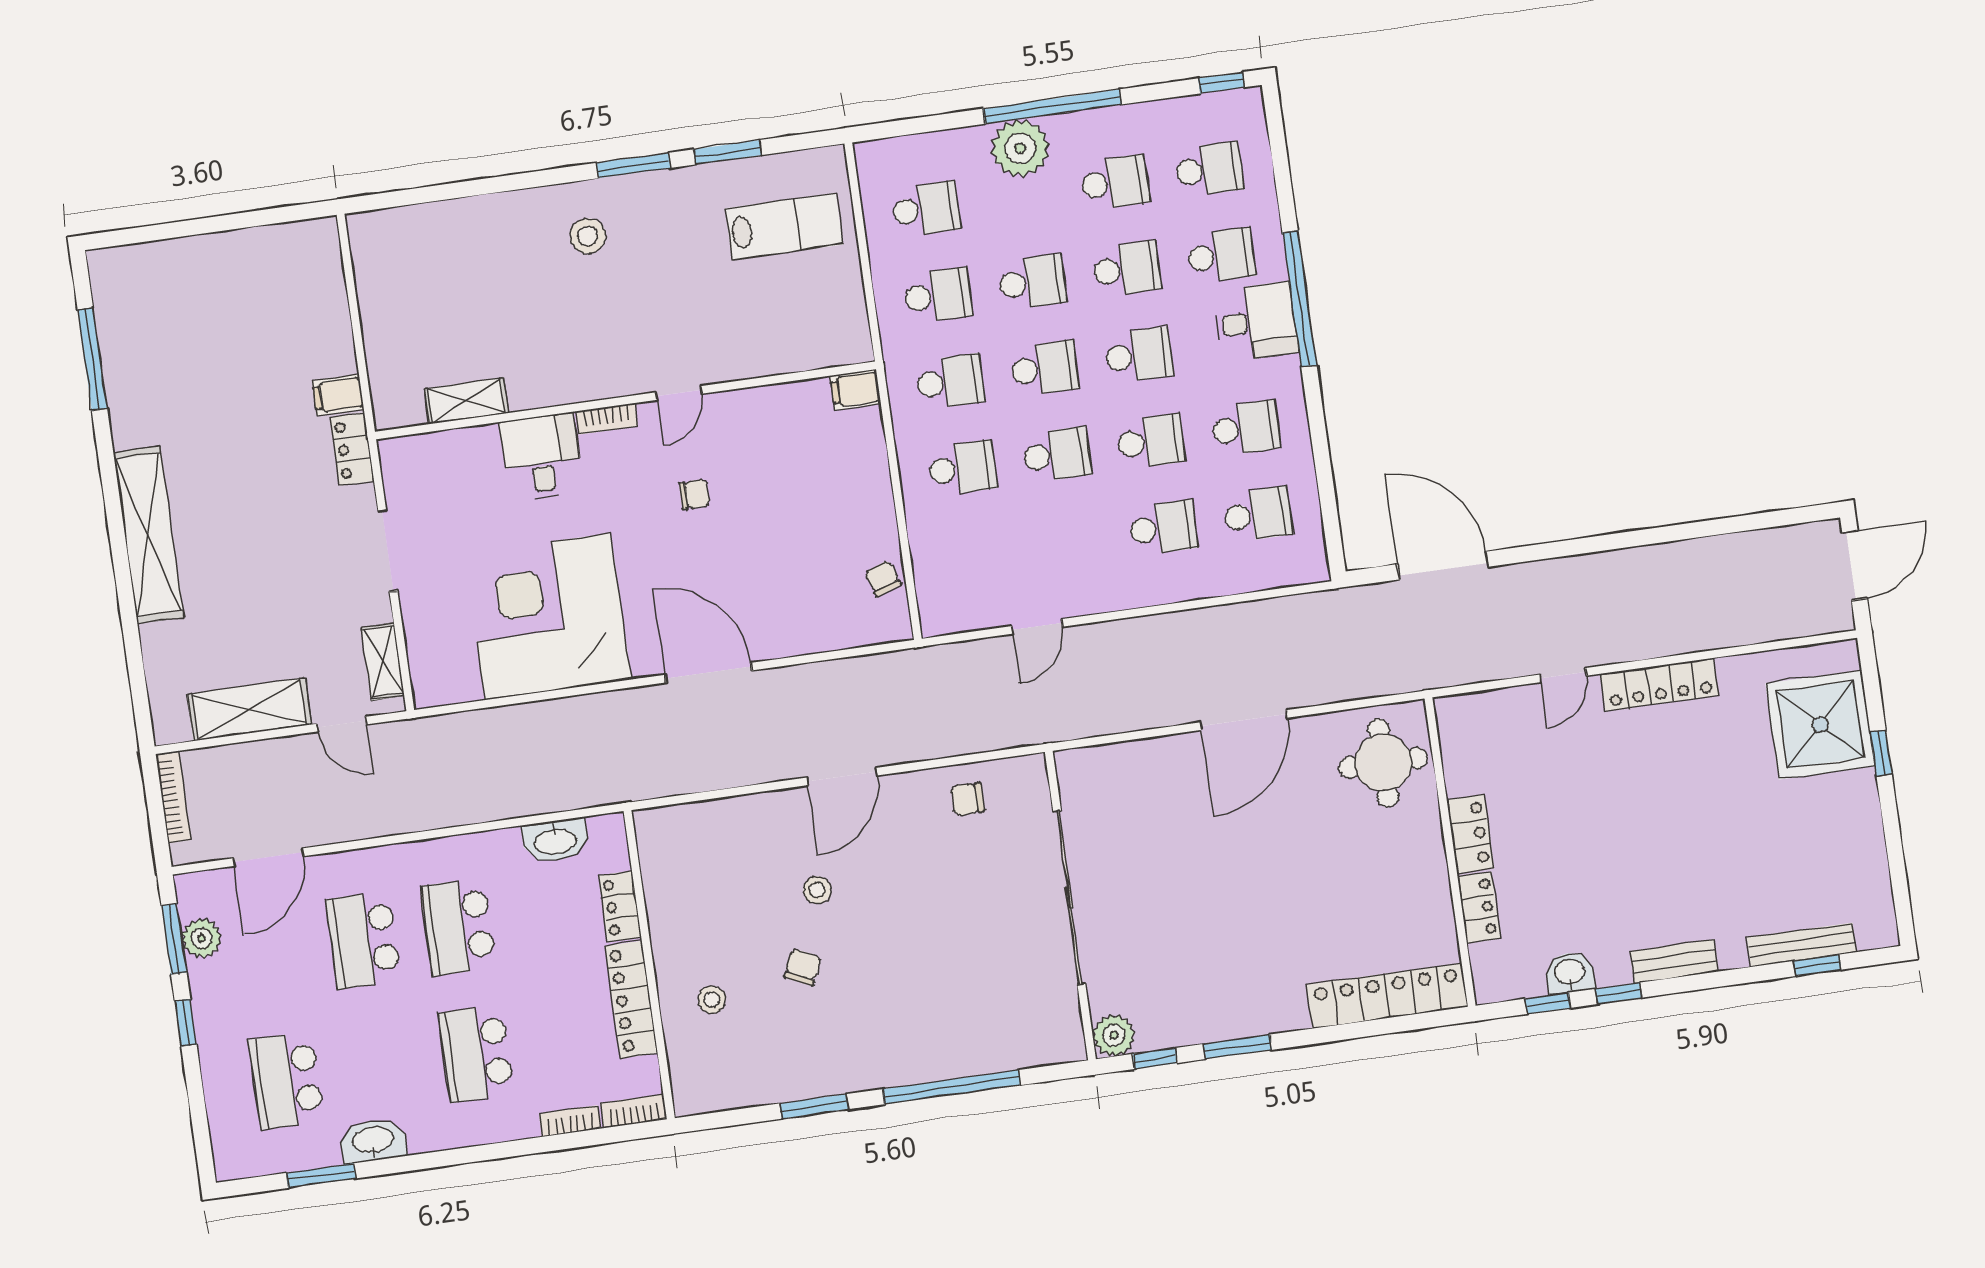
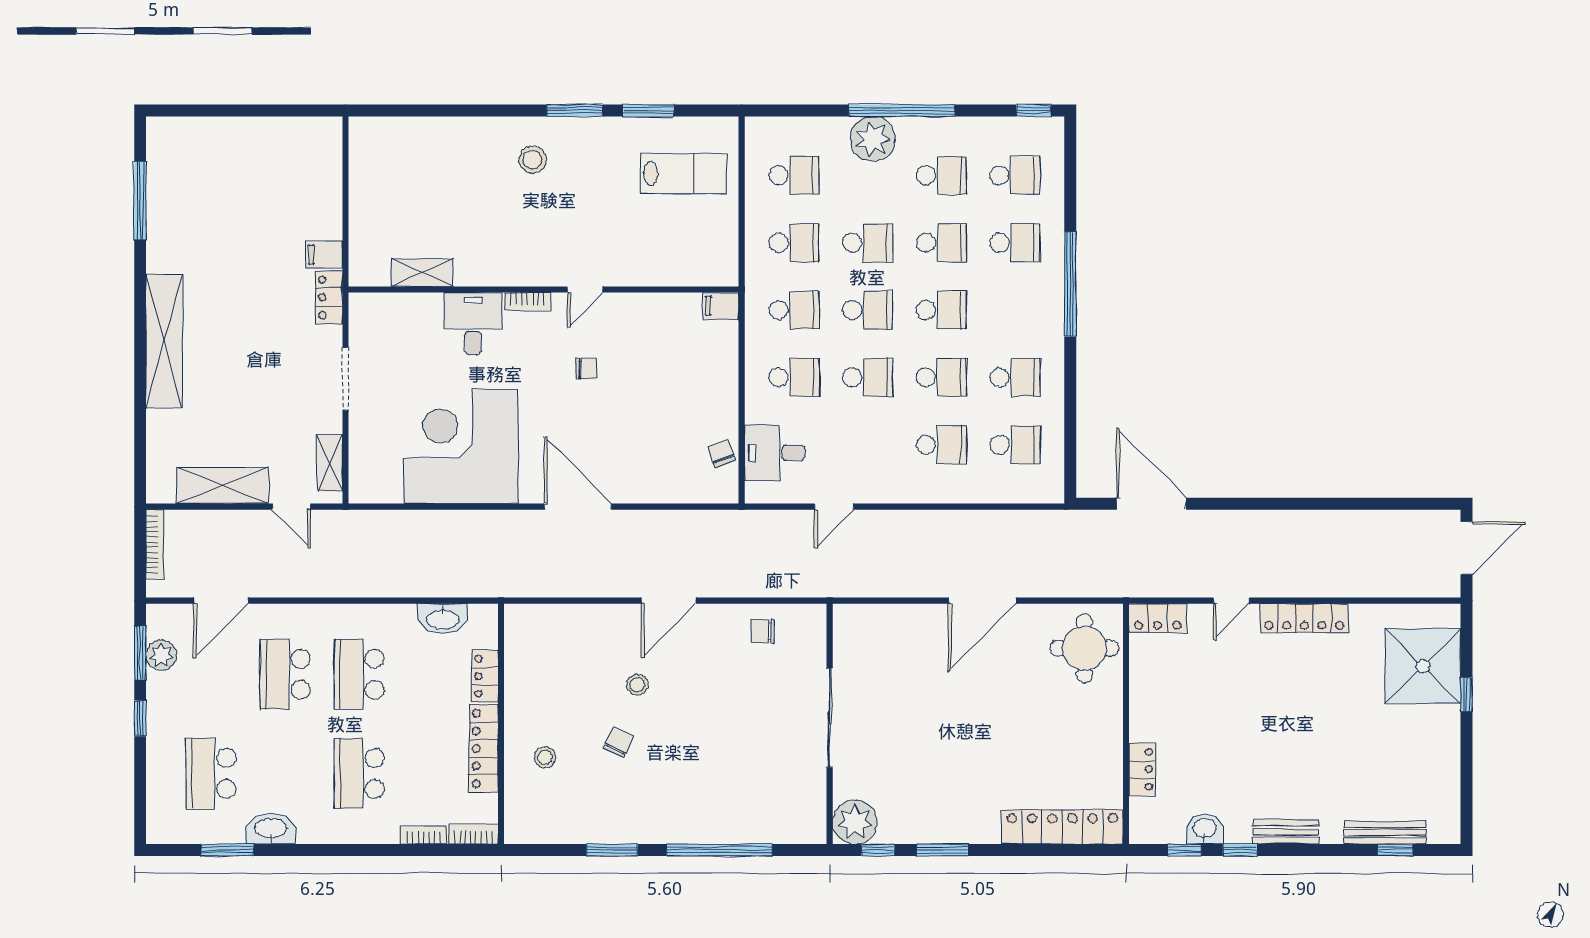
desk: (1256, 322) -> (775, 453), moved, turned 180
locker: (1470, 834) -> (1158, 618), moved, turned 90
sliding door: (1069, 898) -> (830, 718), width x0.73
plant: (1114, 1035) -> (855, 822), width x1.36, depth x1.36

